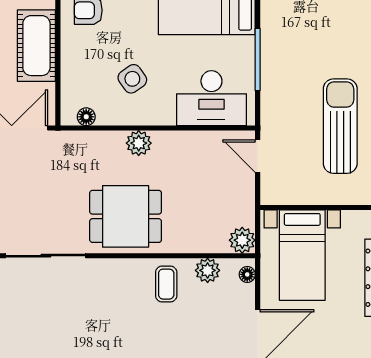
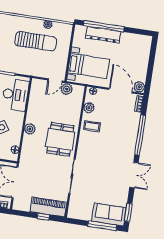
sun lounger: (340, 126) -> (36, 41), turned 180
door: (258, 156) -> (55, 81), moved
plant: (242, 240) -> (67, 89), moved

